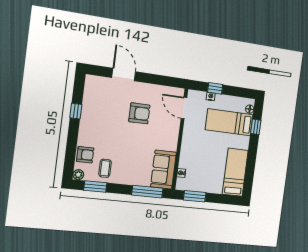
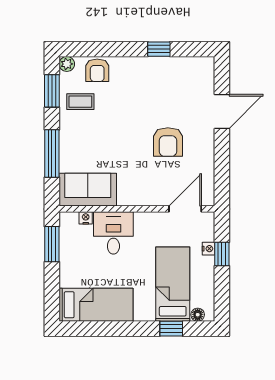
desk: (193, 156) -> (113, 233), added
window: (147, 192) -> (52, 153), moved

